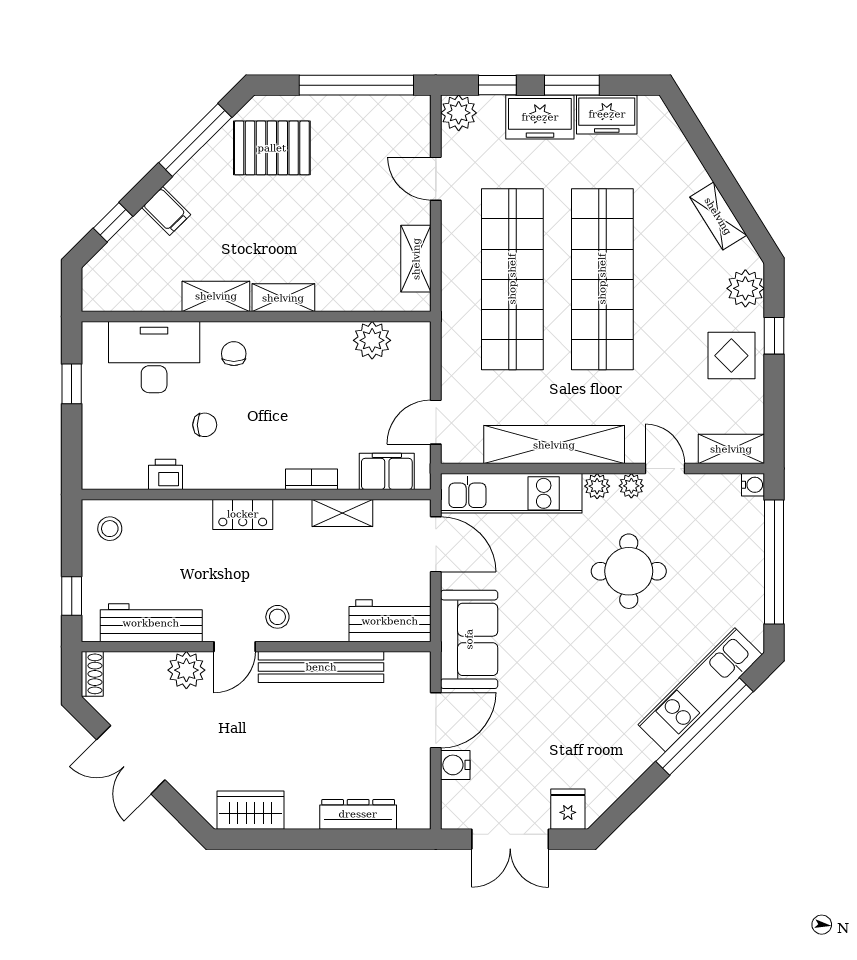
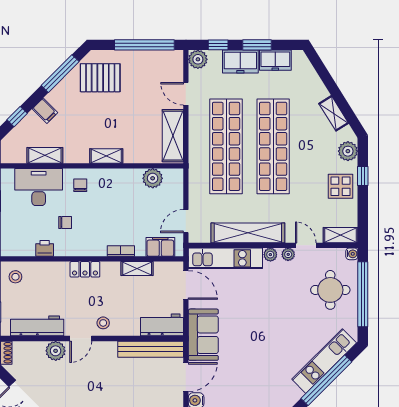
shelving: (416, 259) -> (173, 136), width x1.50, depth x1.33
shelving: (216, 296) -> (45, 155), moved
round table: (629, 571) -> (330, 290), moved
bench: (321, 667) -> (151, 349), moved

